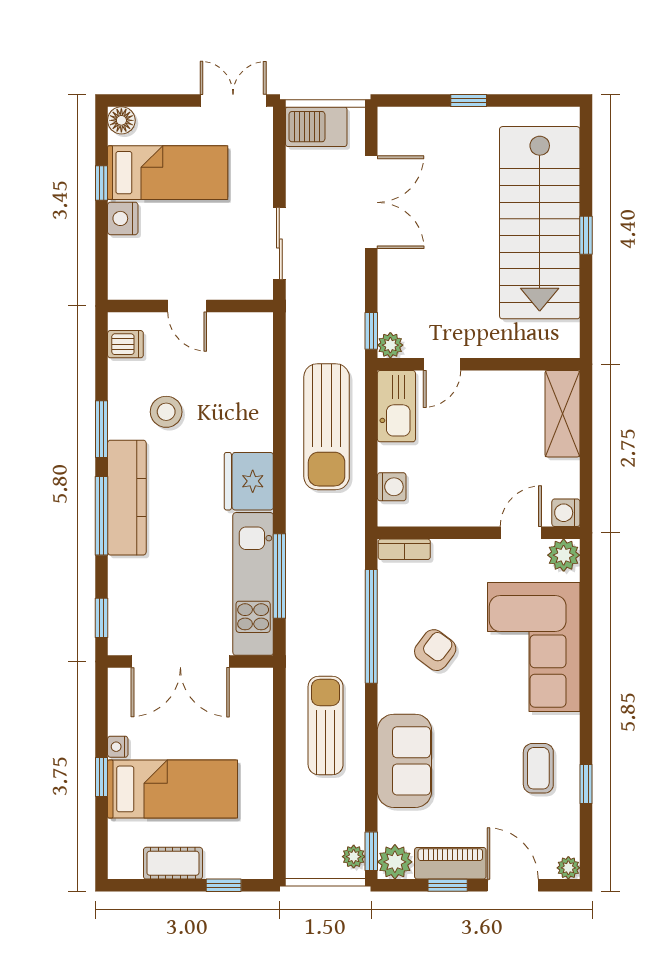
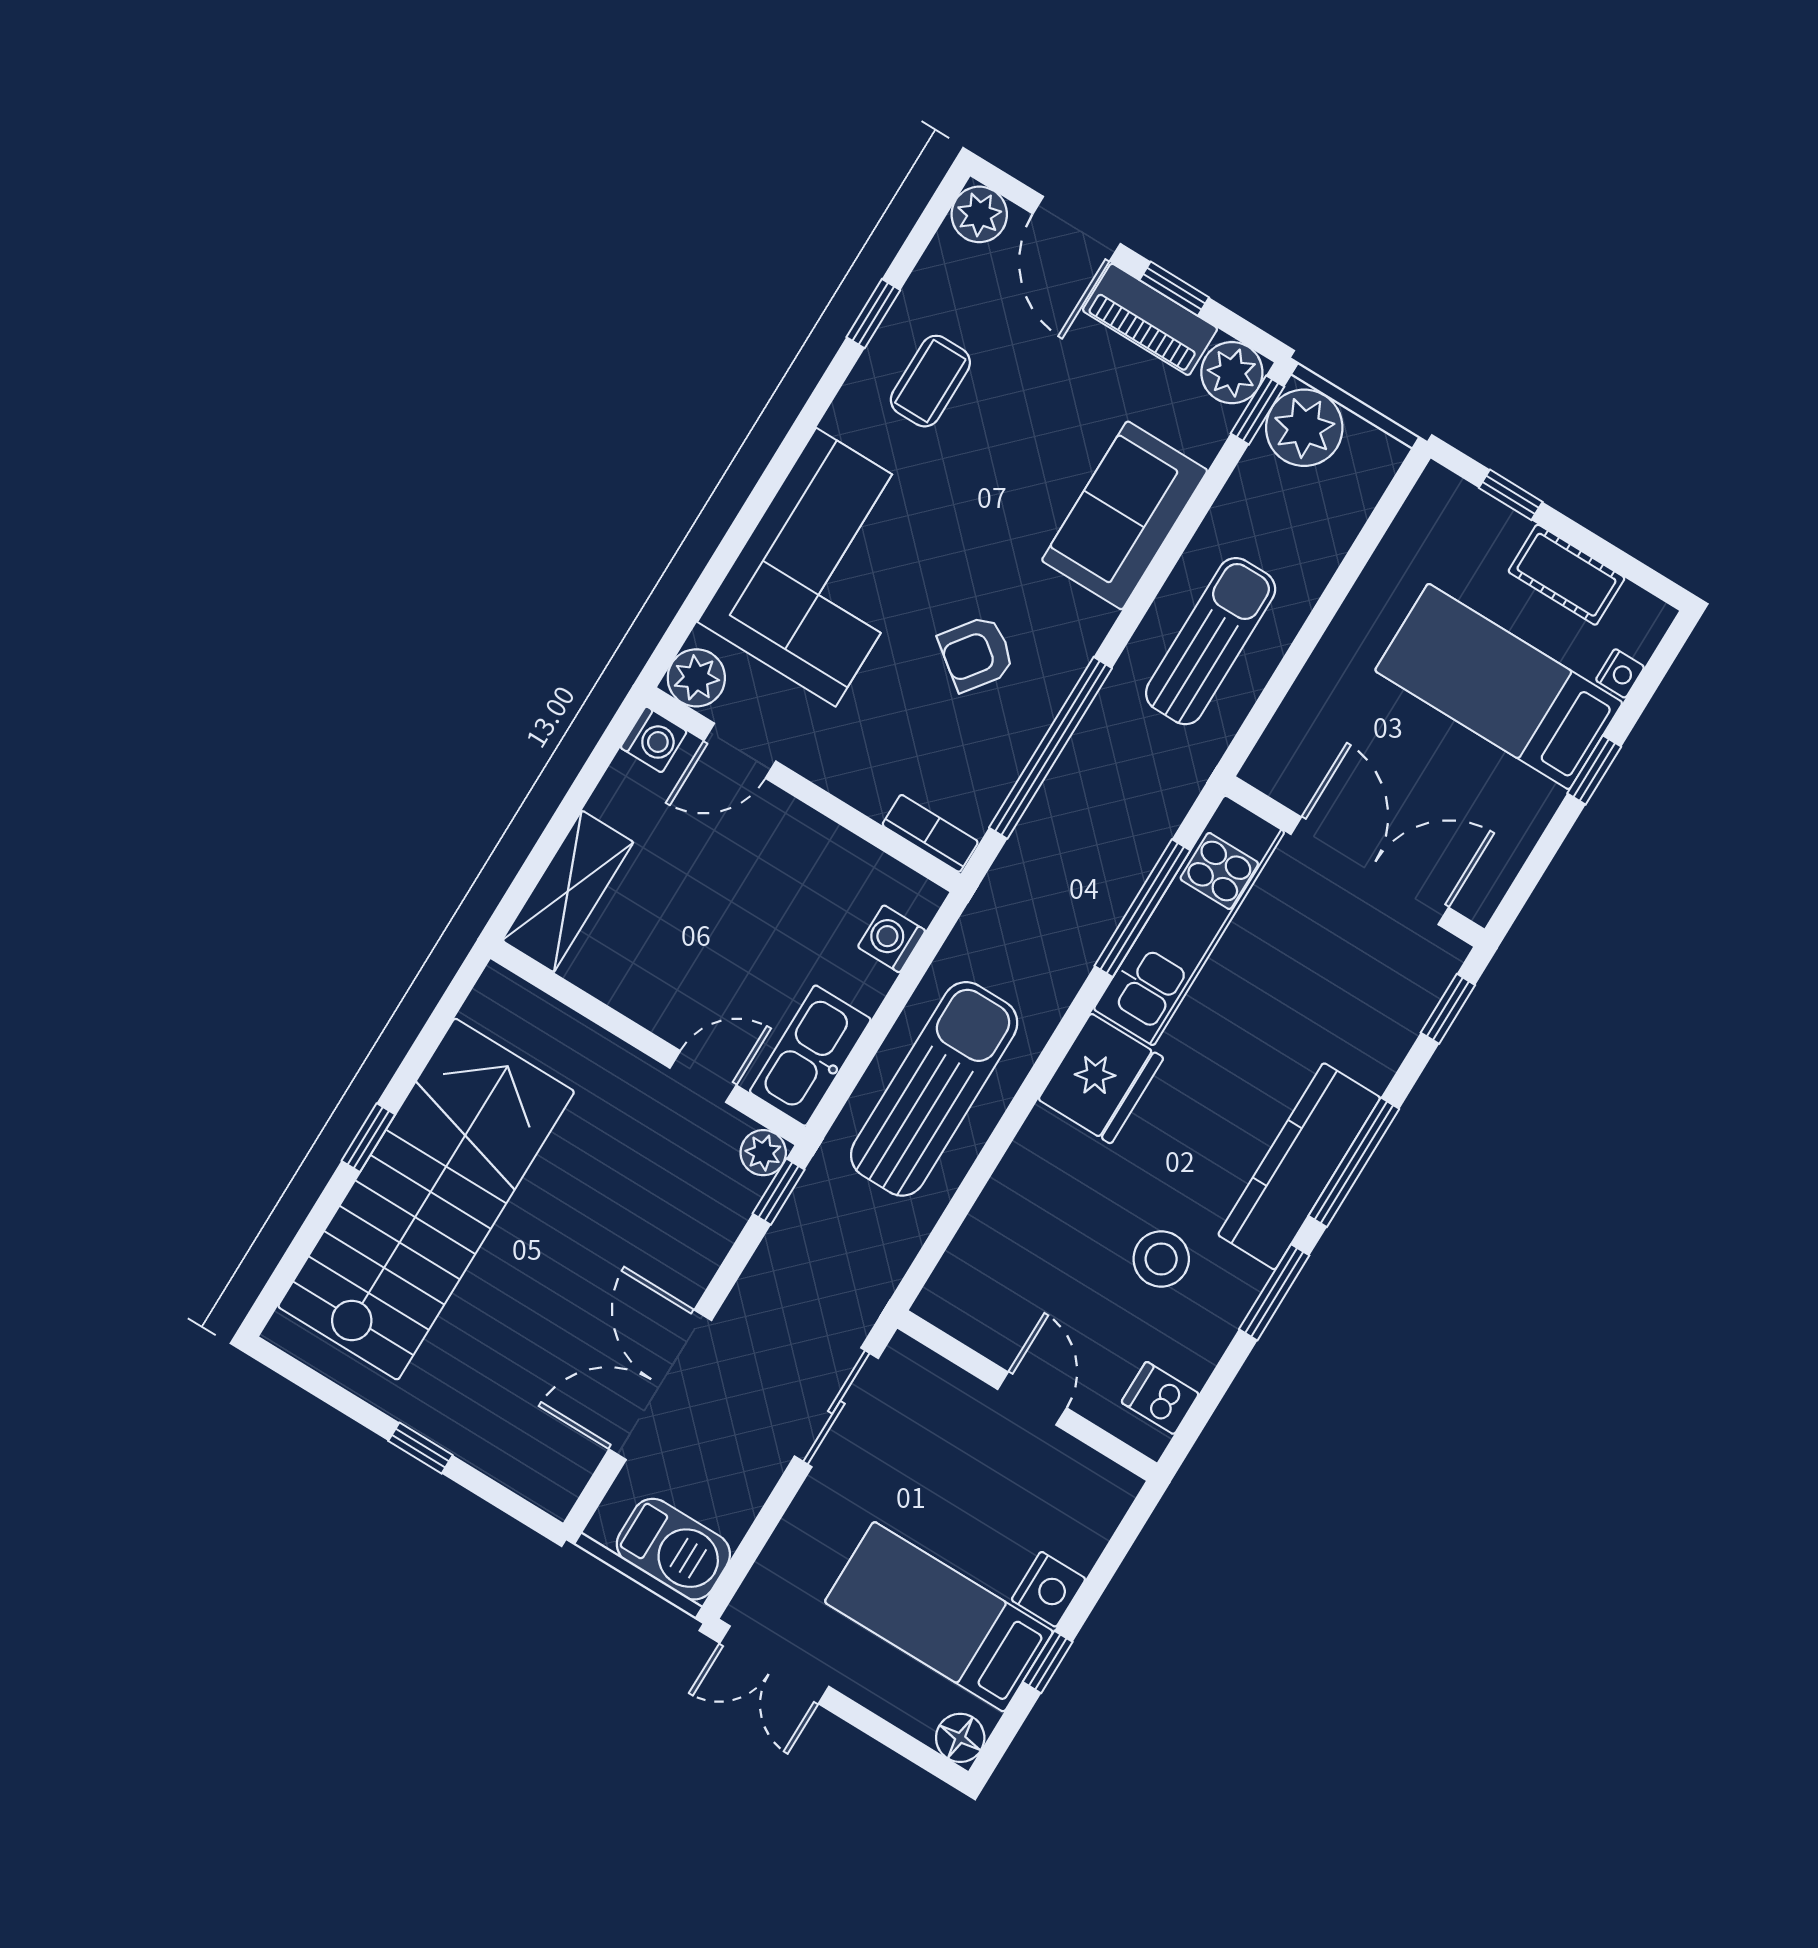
sun lounger: (326, 726) -> (1211, 641), turned 180
nightstand: (118, 747) -> (1620, 673), moved
plant: (354, 857) -> (1304, 428), width x1.87, depth x1.87
plant: (568, 868) -> (979, 214), width x1.38, depth x1.38

